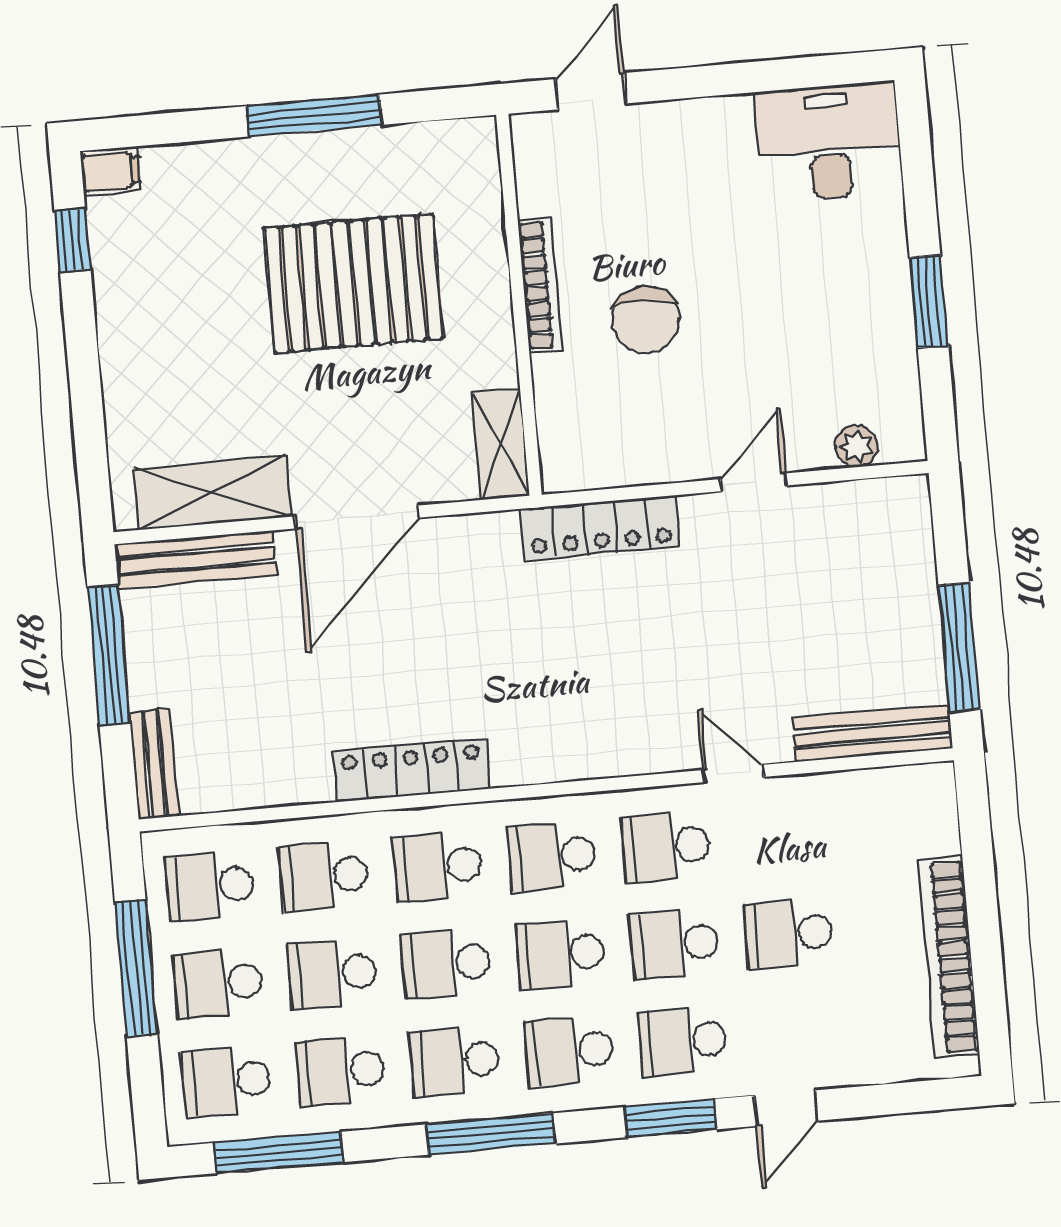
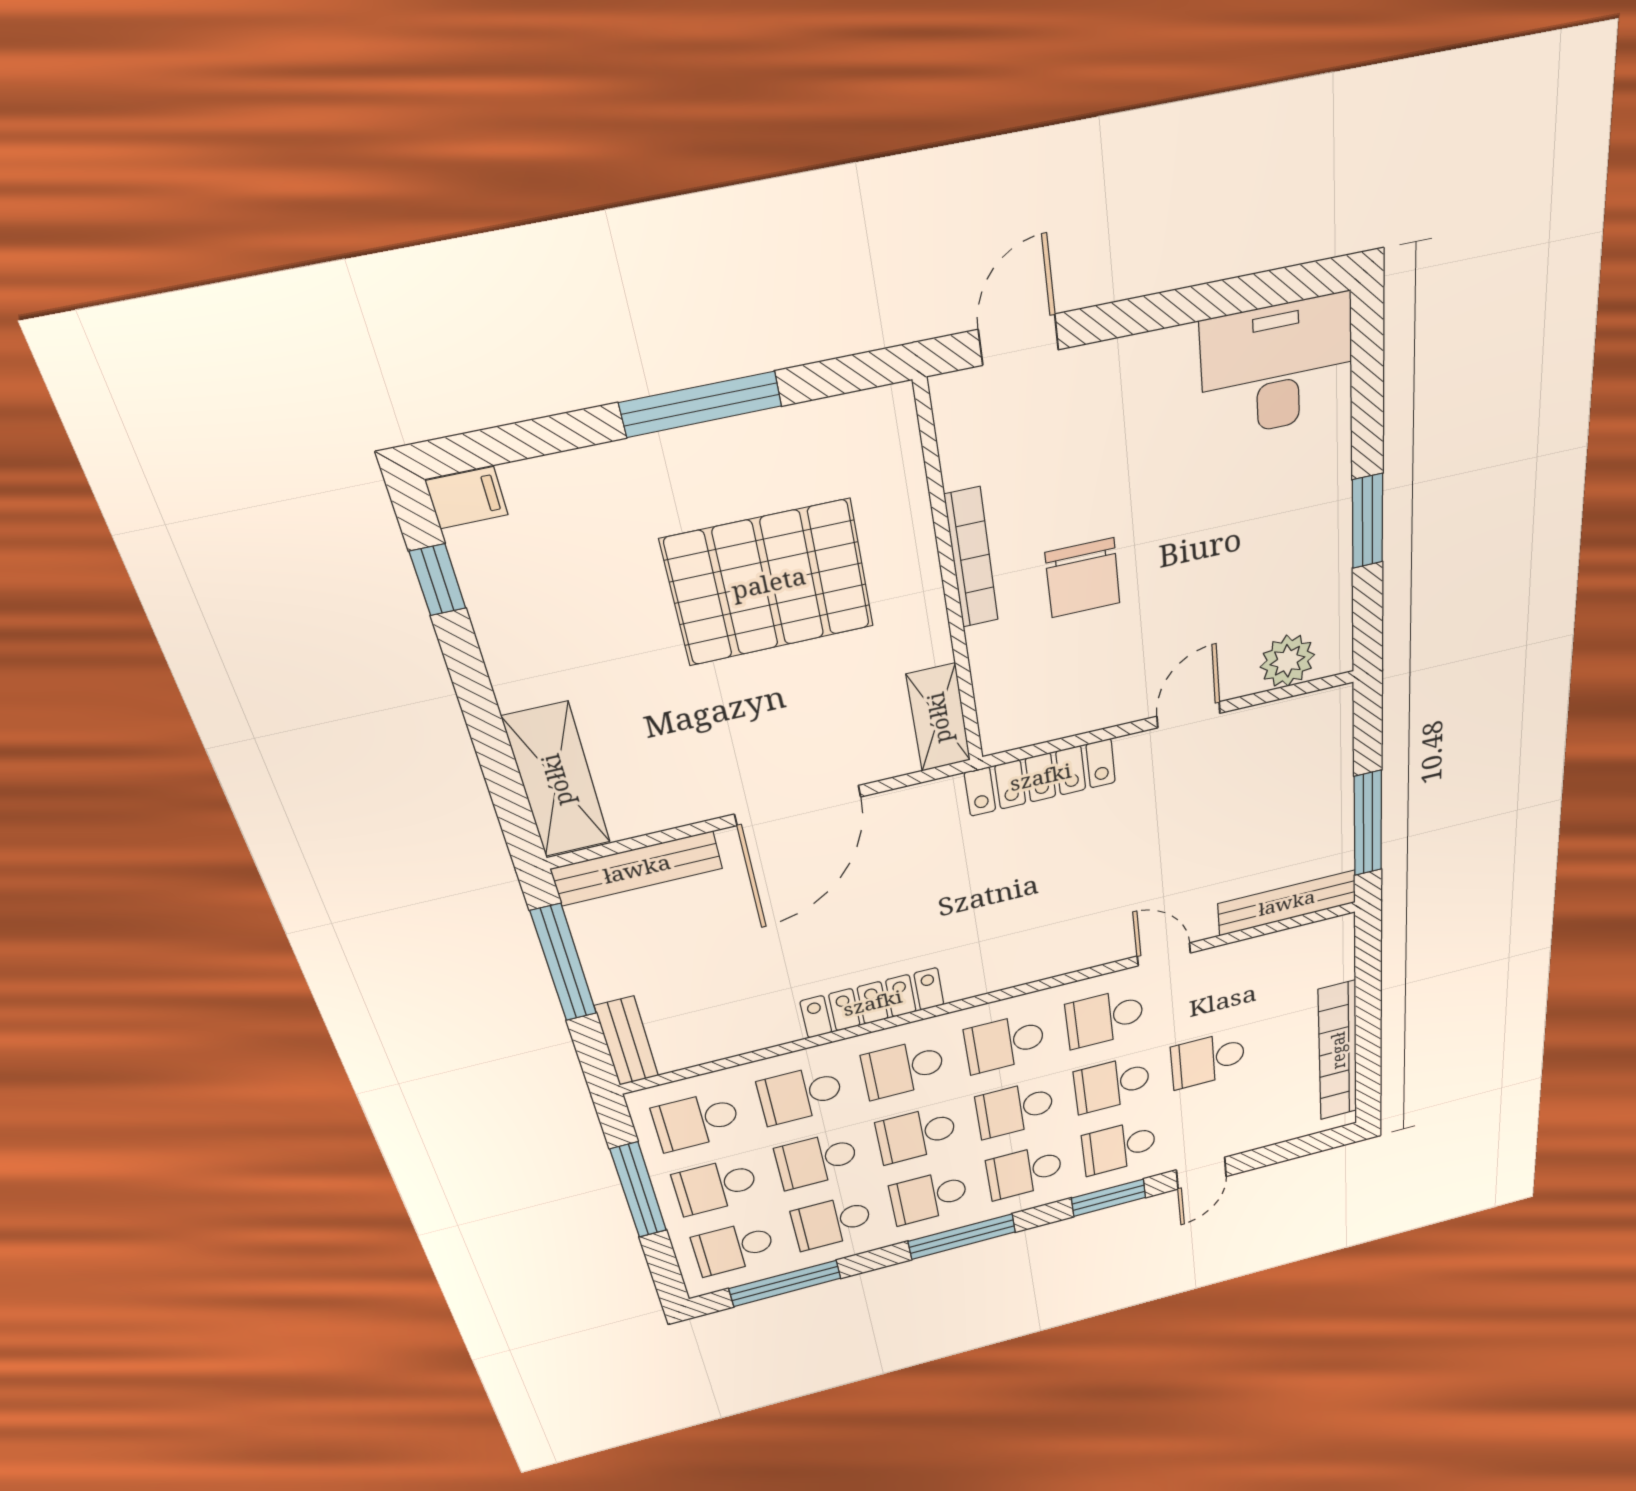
plant: (856, 446) -> (1287, 661), width x1.38, depth x1.38
shelving: (212, 493) -> (557, 780), moved, turned 90

